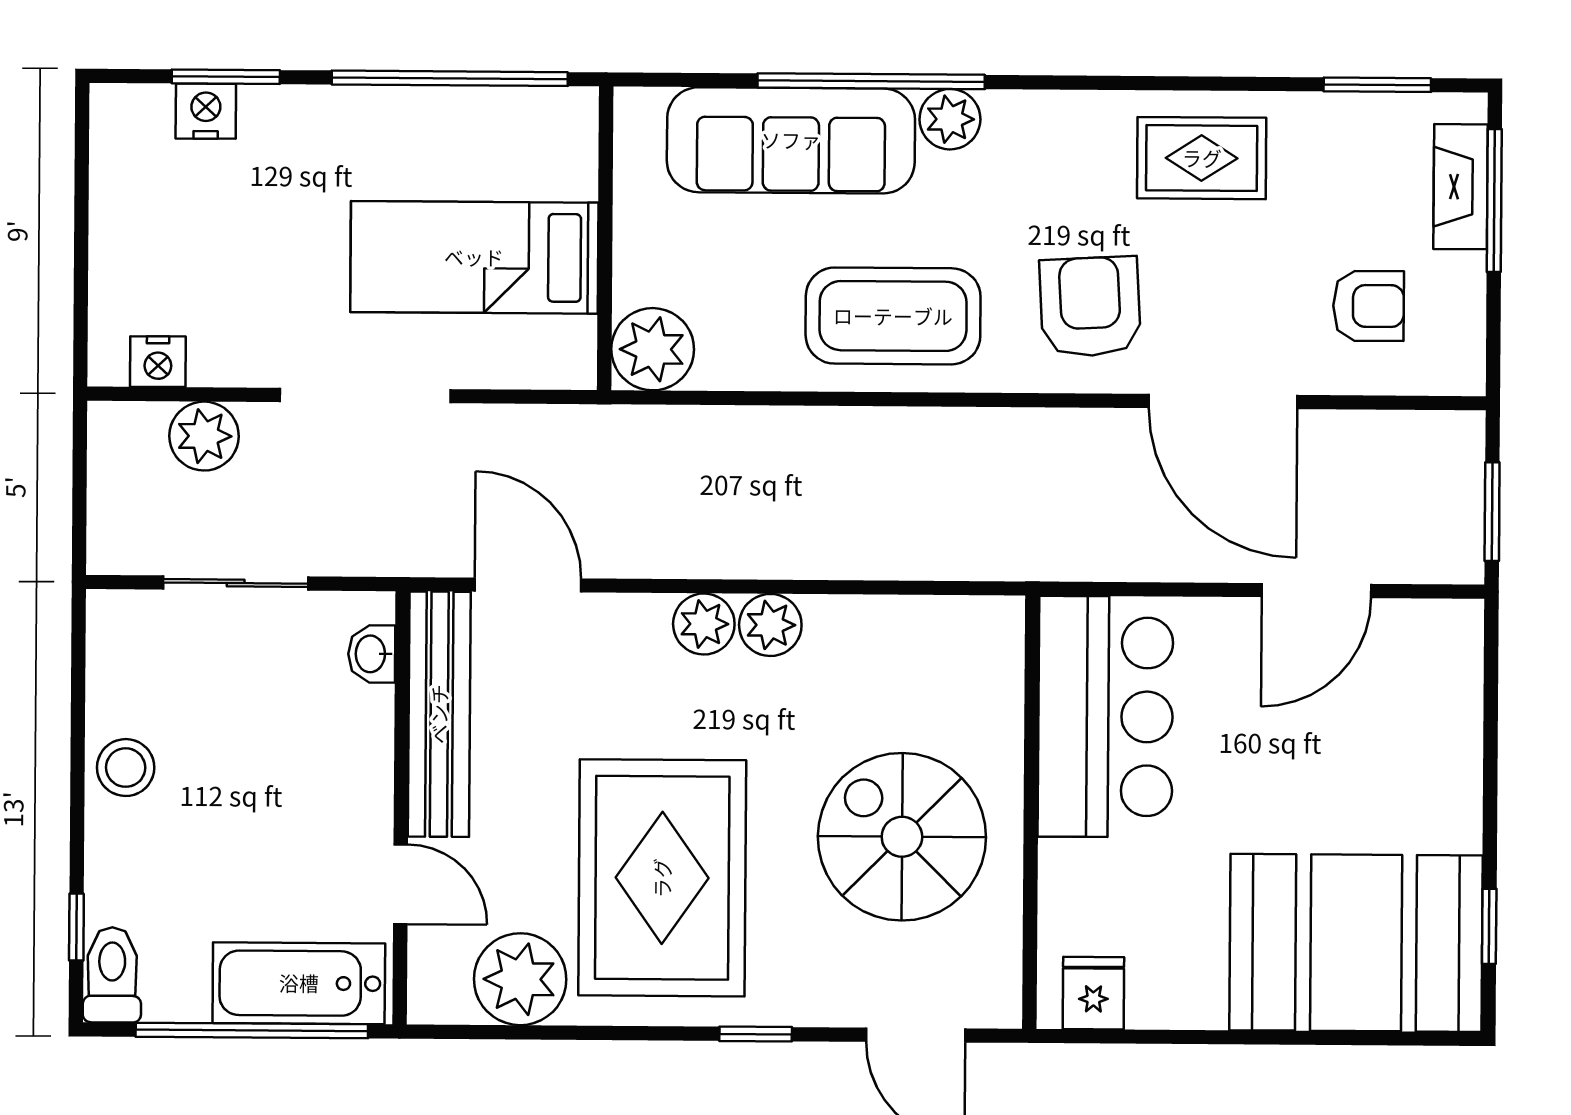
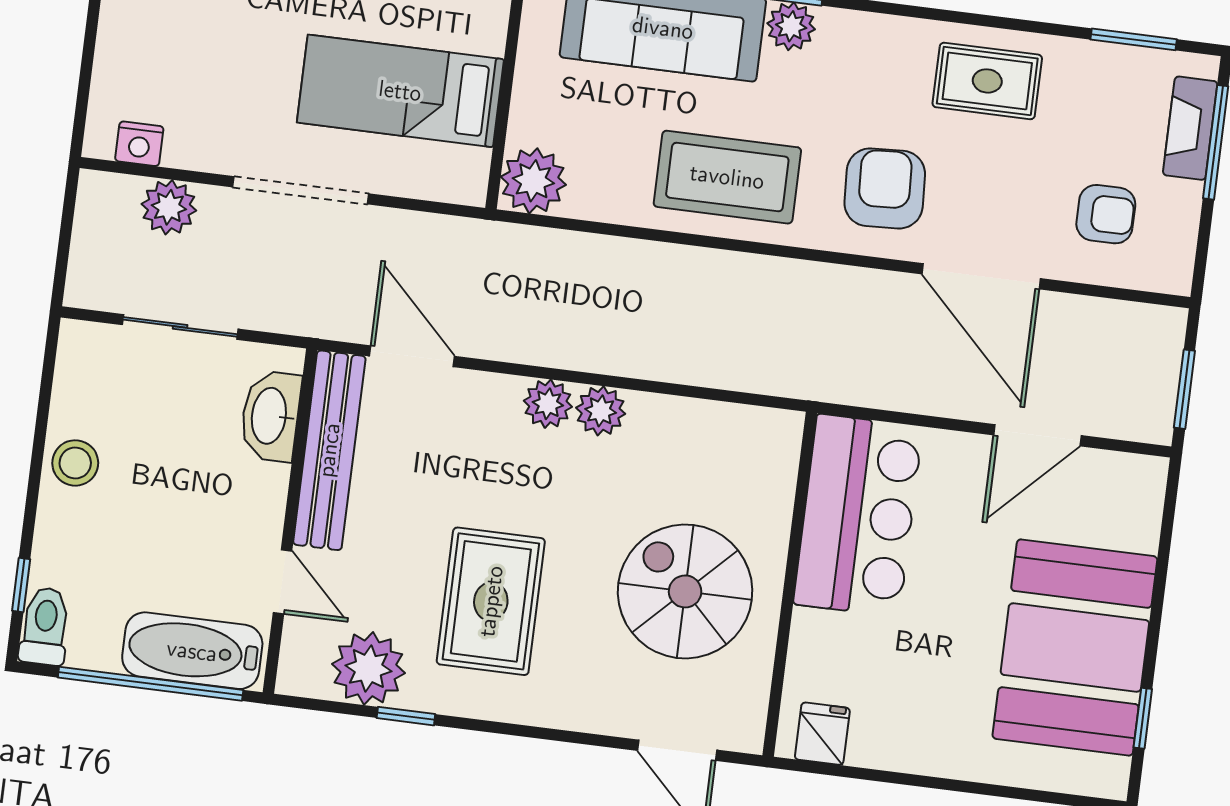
washbasin: (372, 654) -> (270, 416), width x1.91, depth x1.45
rug: (662, 878) -> (491, 601), width x0.73, depth x0.69
booth: (1356, 943) -> (1075, 648), moved, turned 90
window: (756, 1034) -> (406, 716), moved

